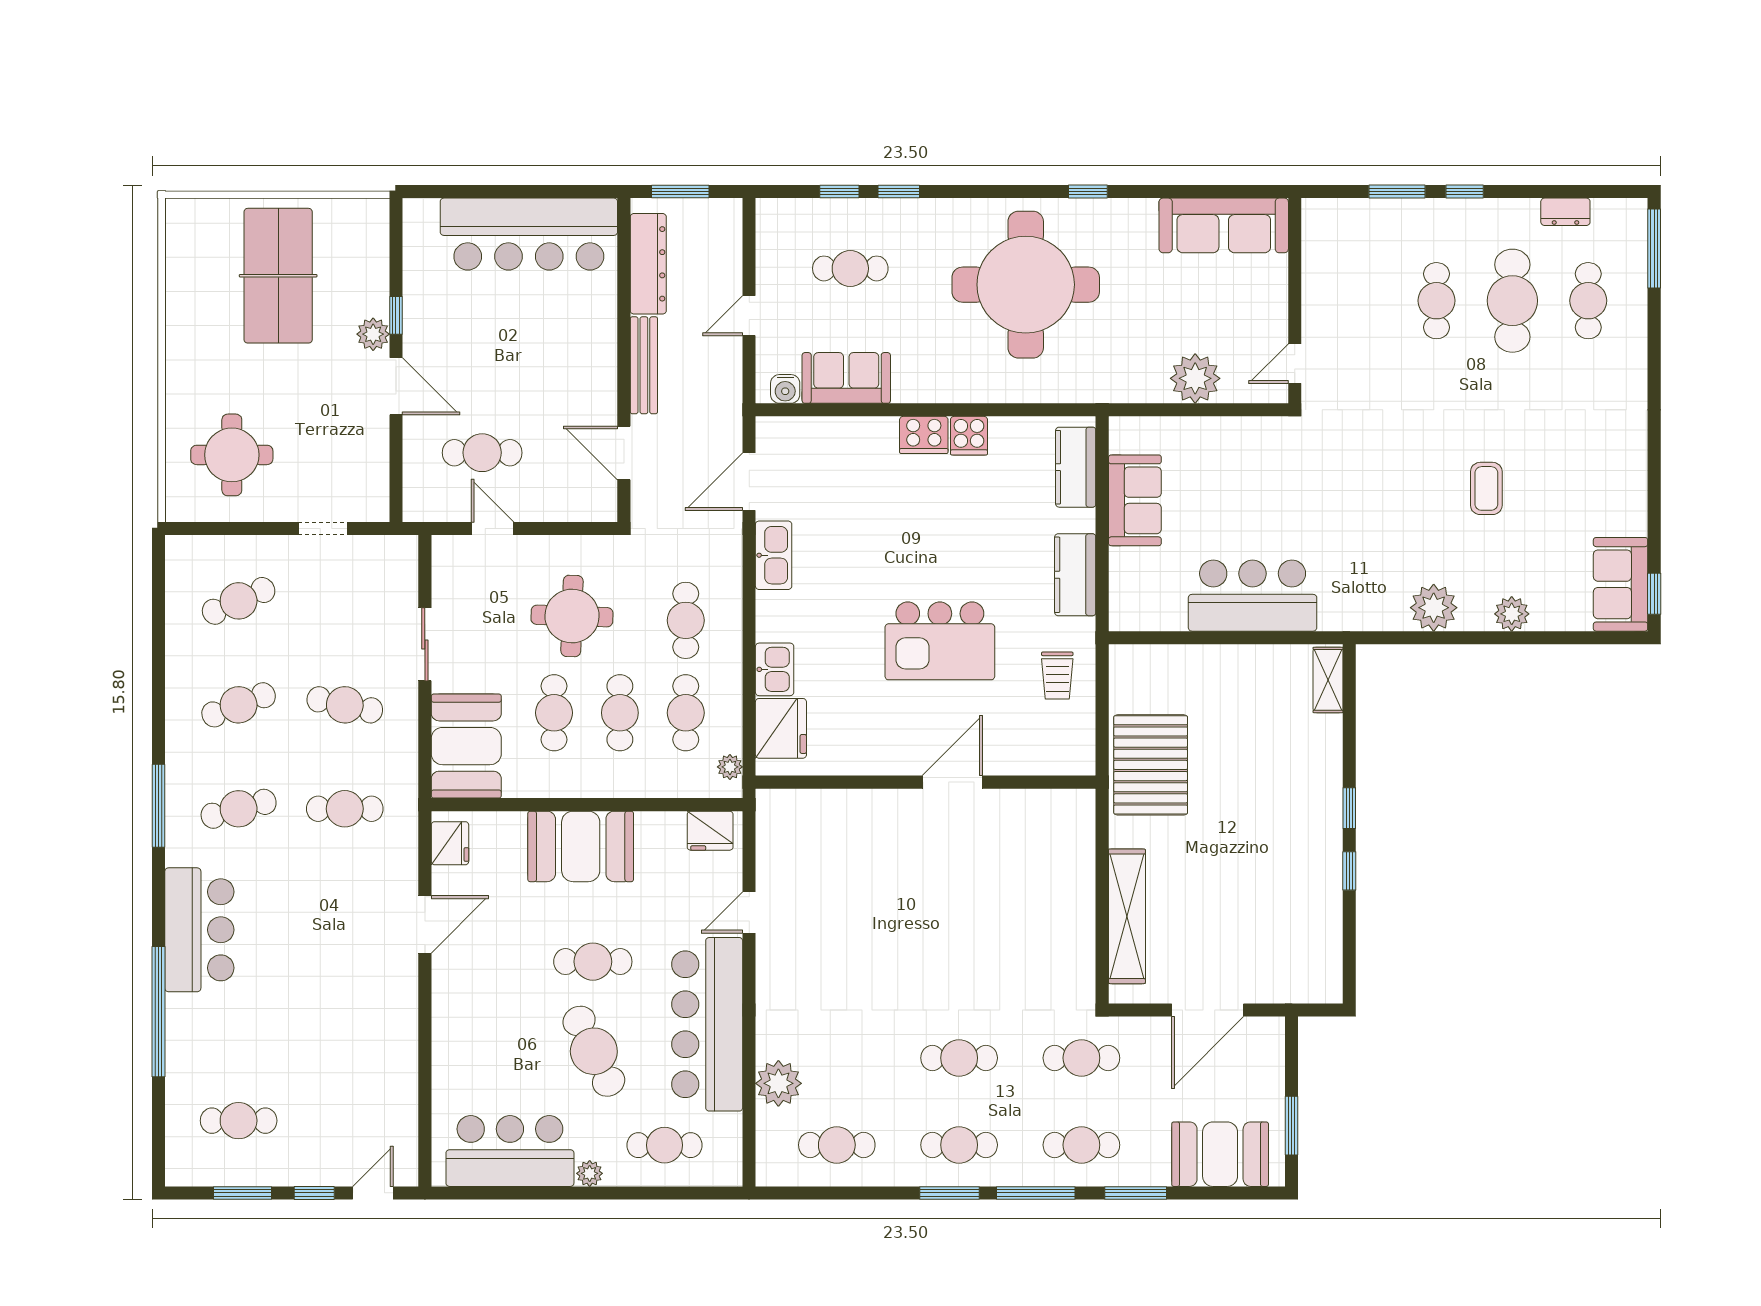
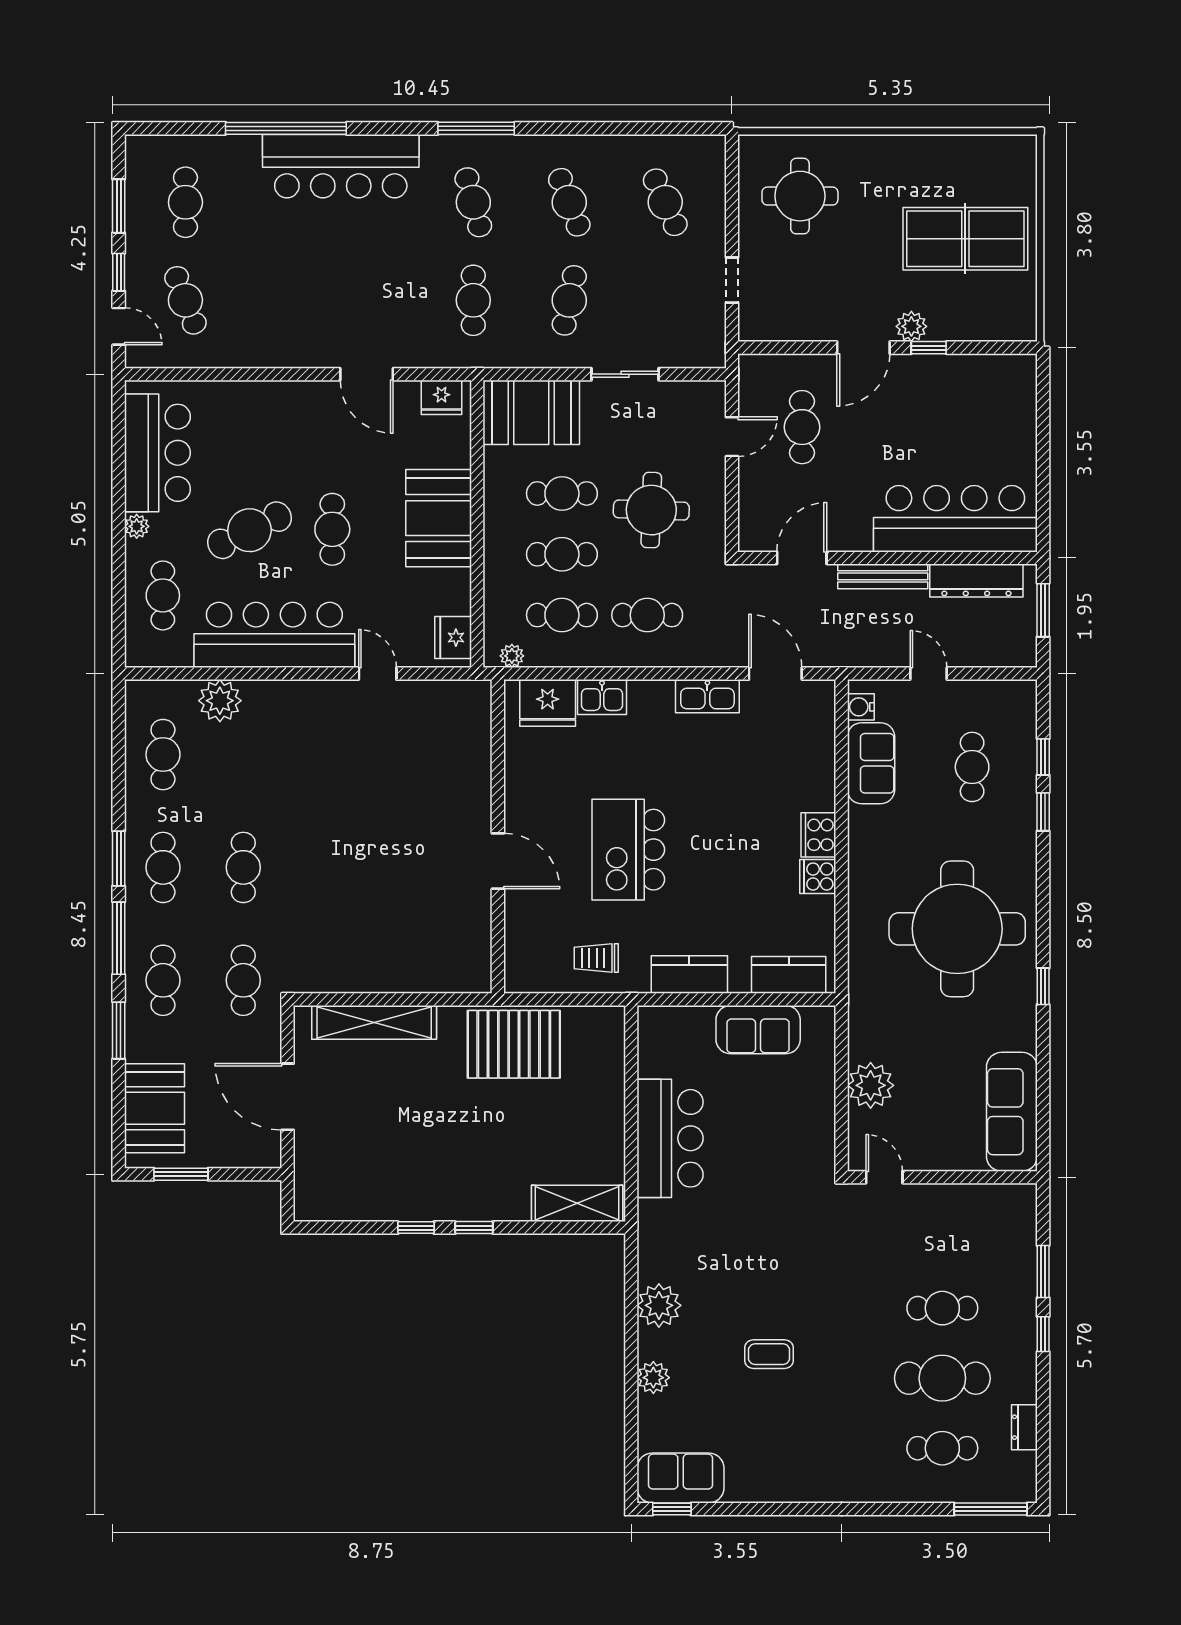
bar counter: (529, 234) -> (955, 519), moved, turned 90
shelving: (1328, 680) -> (577, 1203), width x1.50, depth x1.33
bar counter: (199, 930) -> (341, 166), width x1.36
cafe table: (345, 1121) -> (185, 300), added

